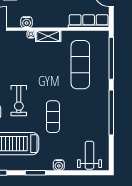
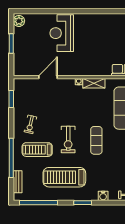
water cooler: (27, 22) -> (75, 71), removed
exercise mat: (53, 117) -> (96, 140), moved

